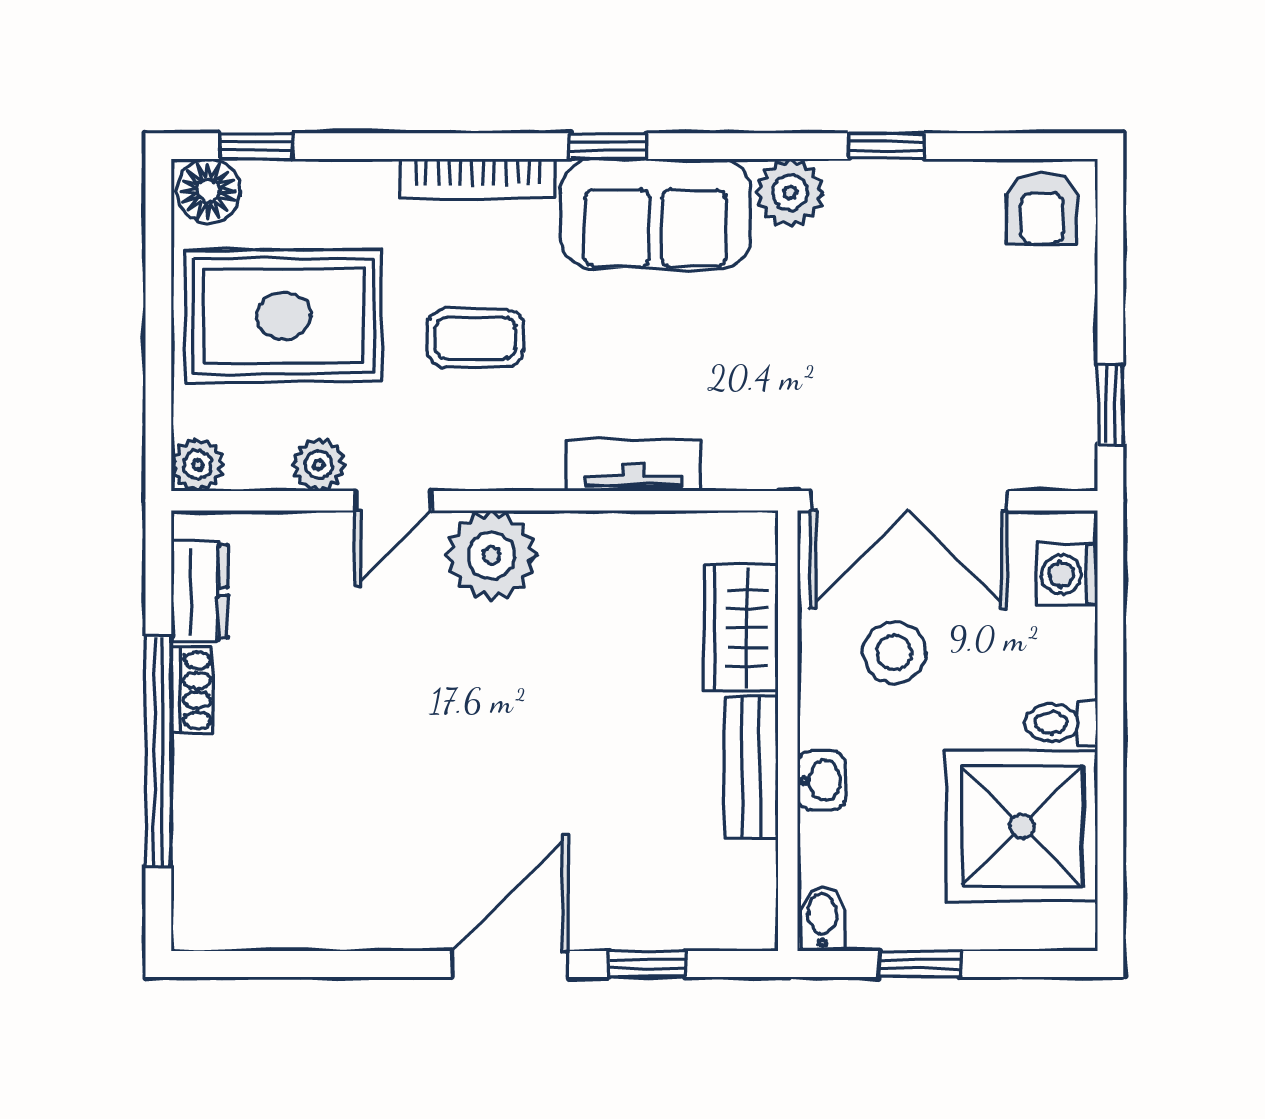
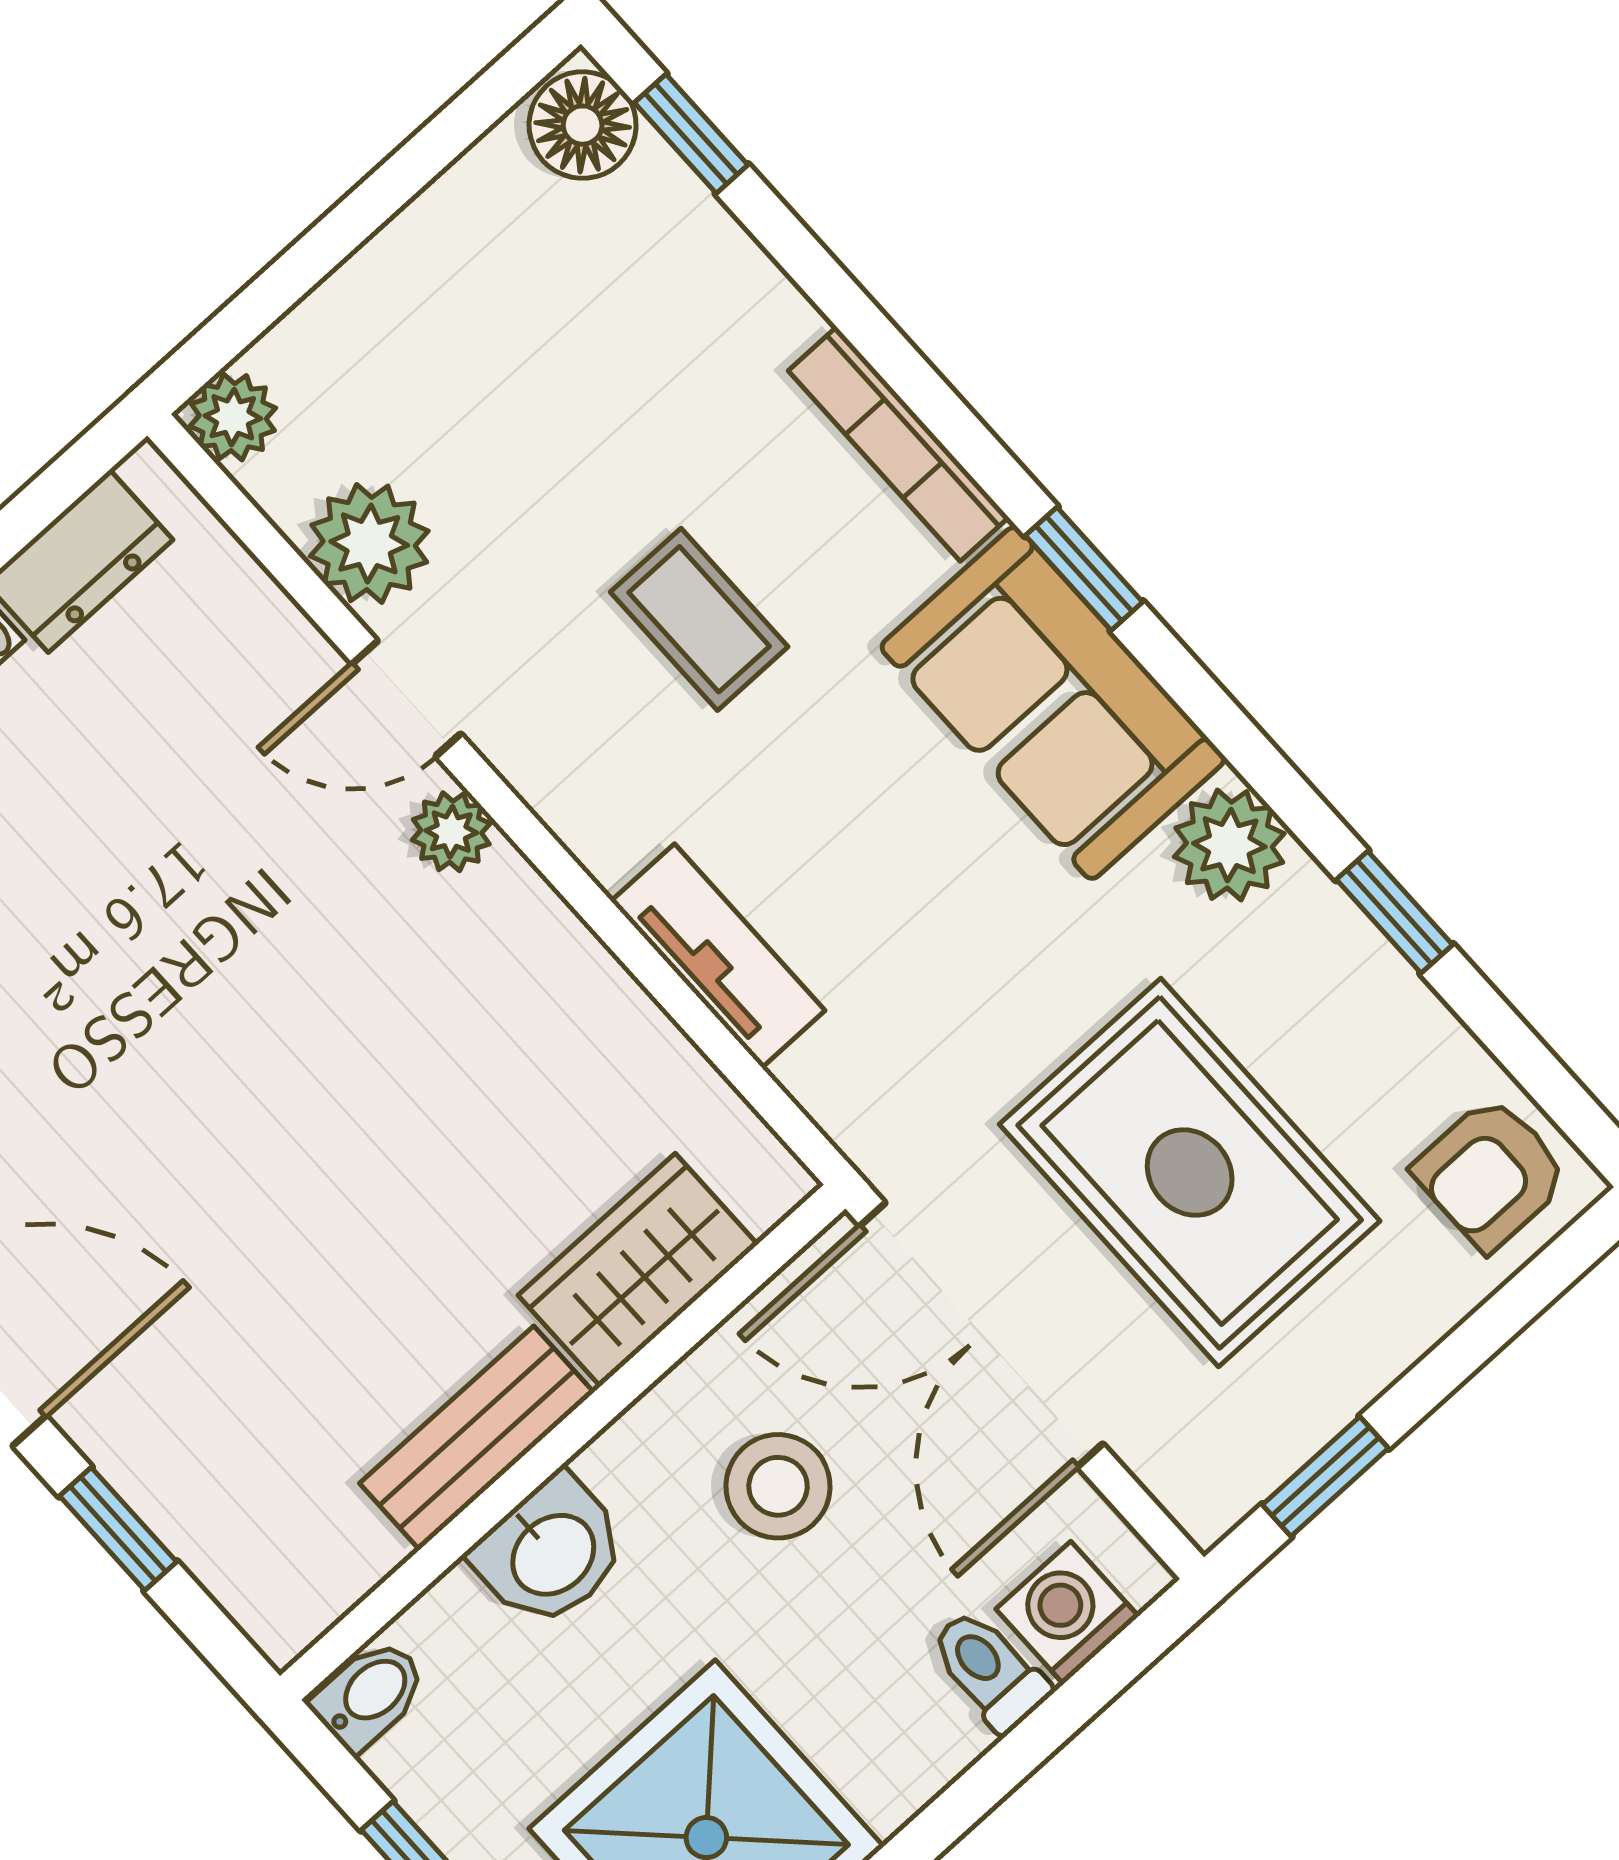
rug: (284, 316) -> (1190, 1173), moved
plant: (319, 465) -> (369, 543), width x1.38, depth x1.38
plant: (492, 555) -> (451, 832), width x0.53, depth x0.53
toilet: (1061, 723) -> (989, 1670), moved
washbasin: (821, 780) -> (551, 1552), width x1.38, depth x1.45

